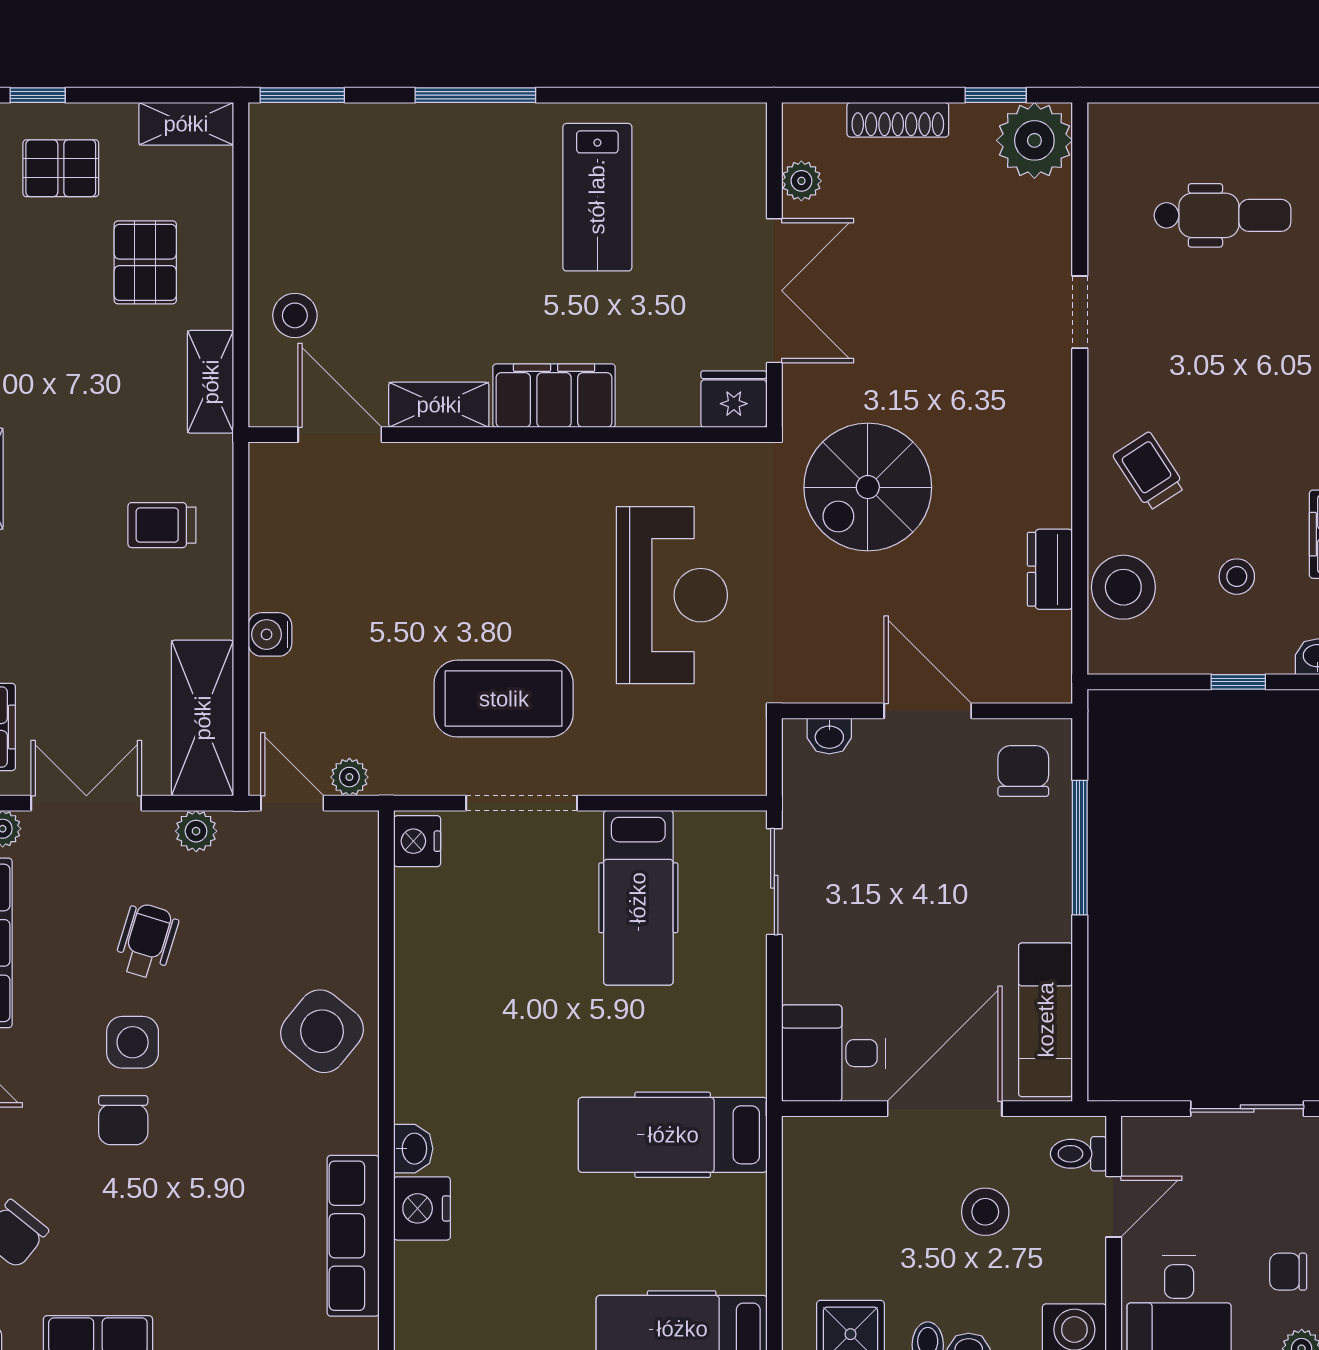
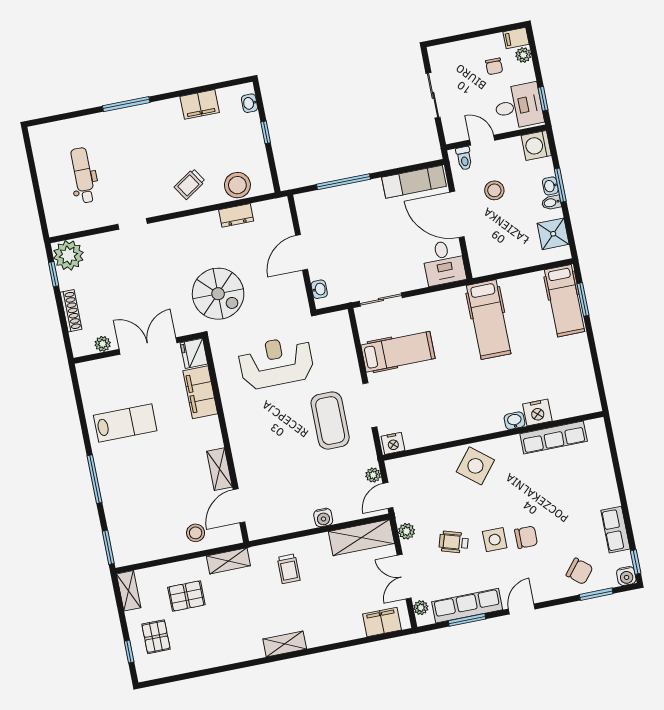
filing cabinet: (554, 396) -> (200, 392), moved
stool: (1237, 577) -> (224, 141), removed
chair: (1023, 771) -> (318, 210), removed

